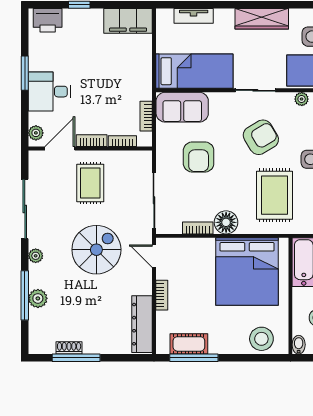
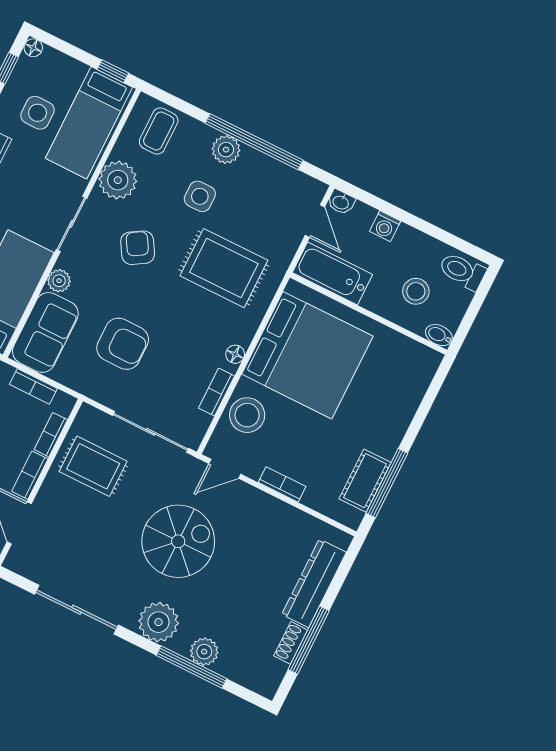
plant: (302, 99) -> (118, 180), width x1.88, depth x1.88
plant: (217, 100) -> (59, 281), added
armchair: (261, 137) -> (138, 248), width x0.72, depth x0.72
rug: (90, 183) -> (93, 466), moved
floor lamp: (226, 222) -> (235, 354), width x0.53, depth x0.53
spiral stairs: (96, 250) -> (178, 541), turned 90
plant: (36, 256) -> (159, 622), width x1.87, depth x1.87
dresser: (142, 324) -> (314, 583), moved, turned 90
stool: (261, 339) -> (247, 415), moved

